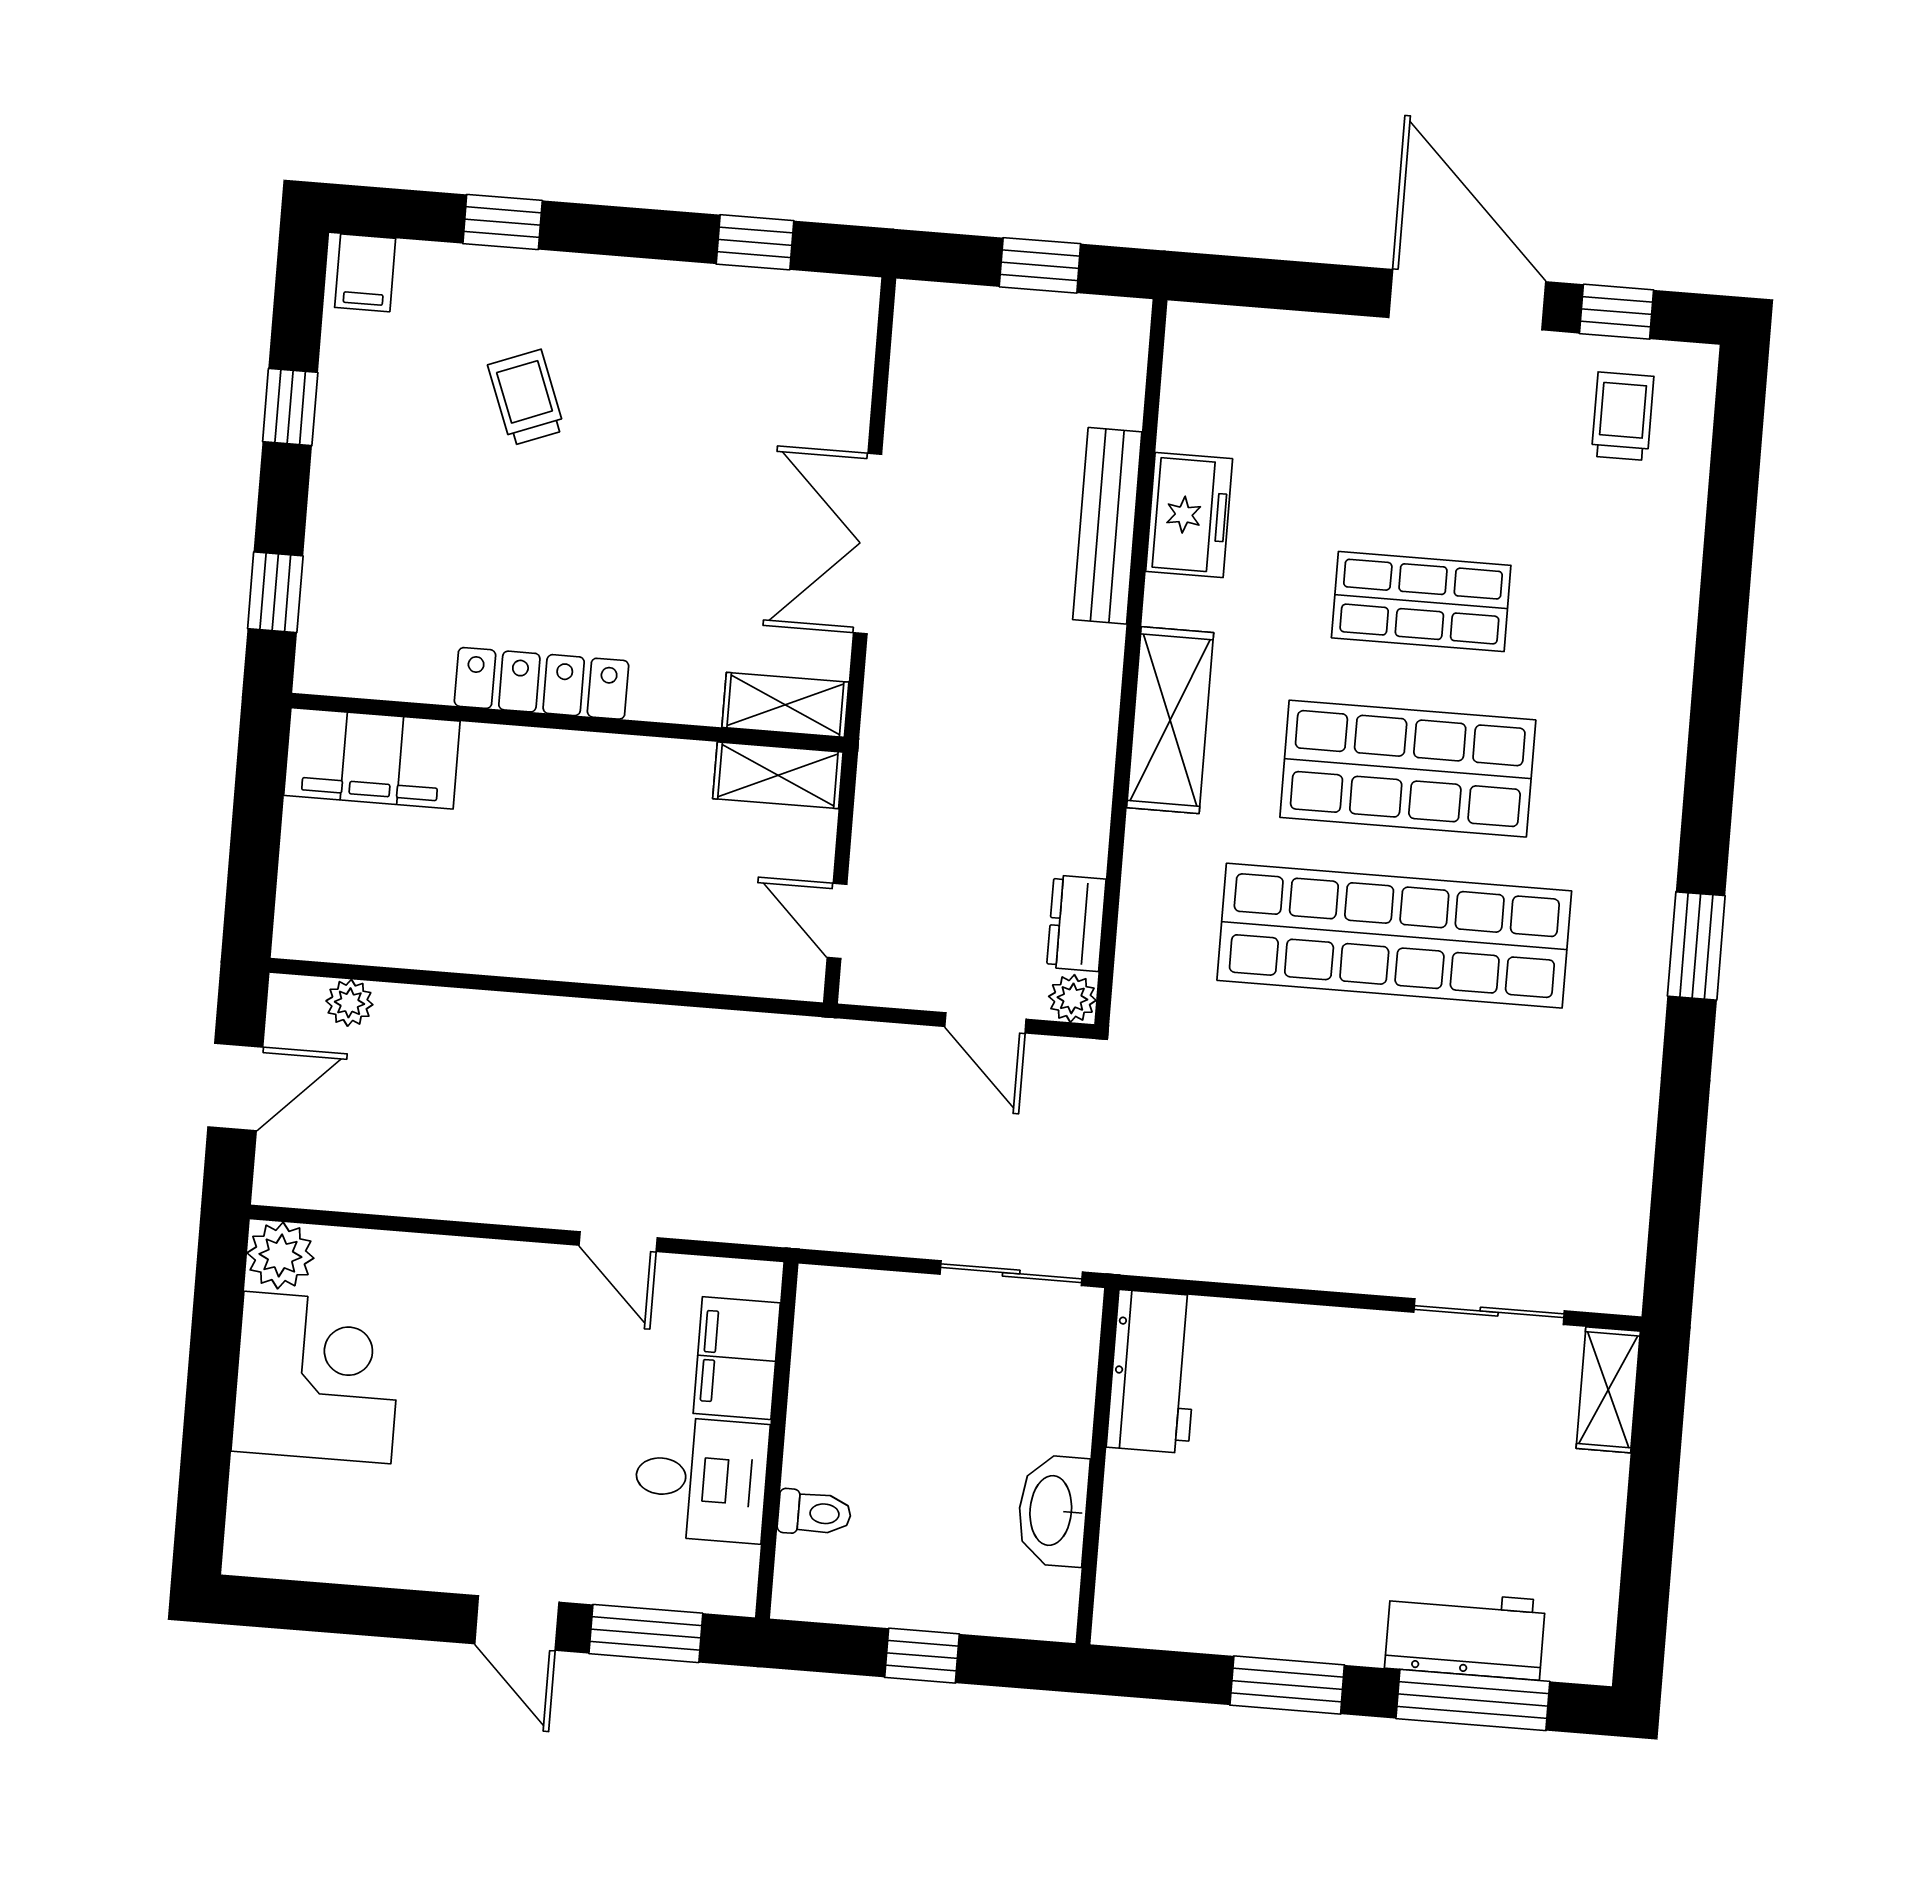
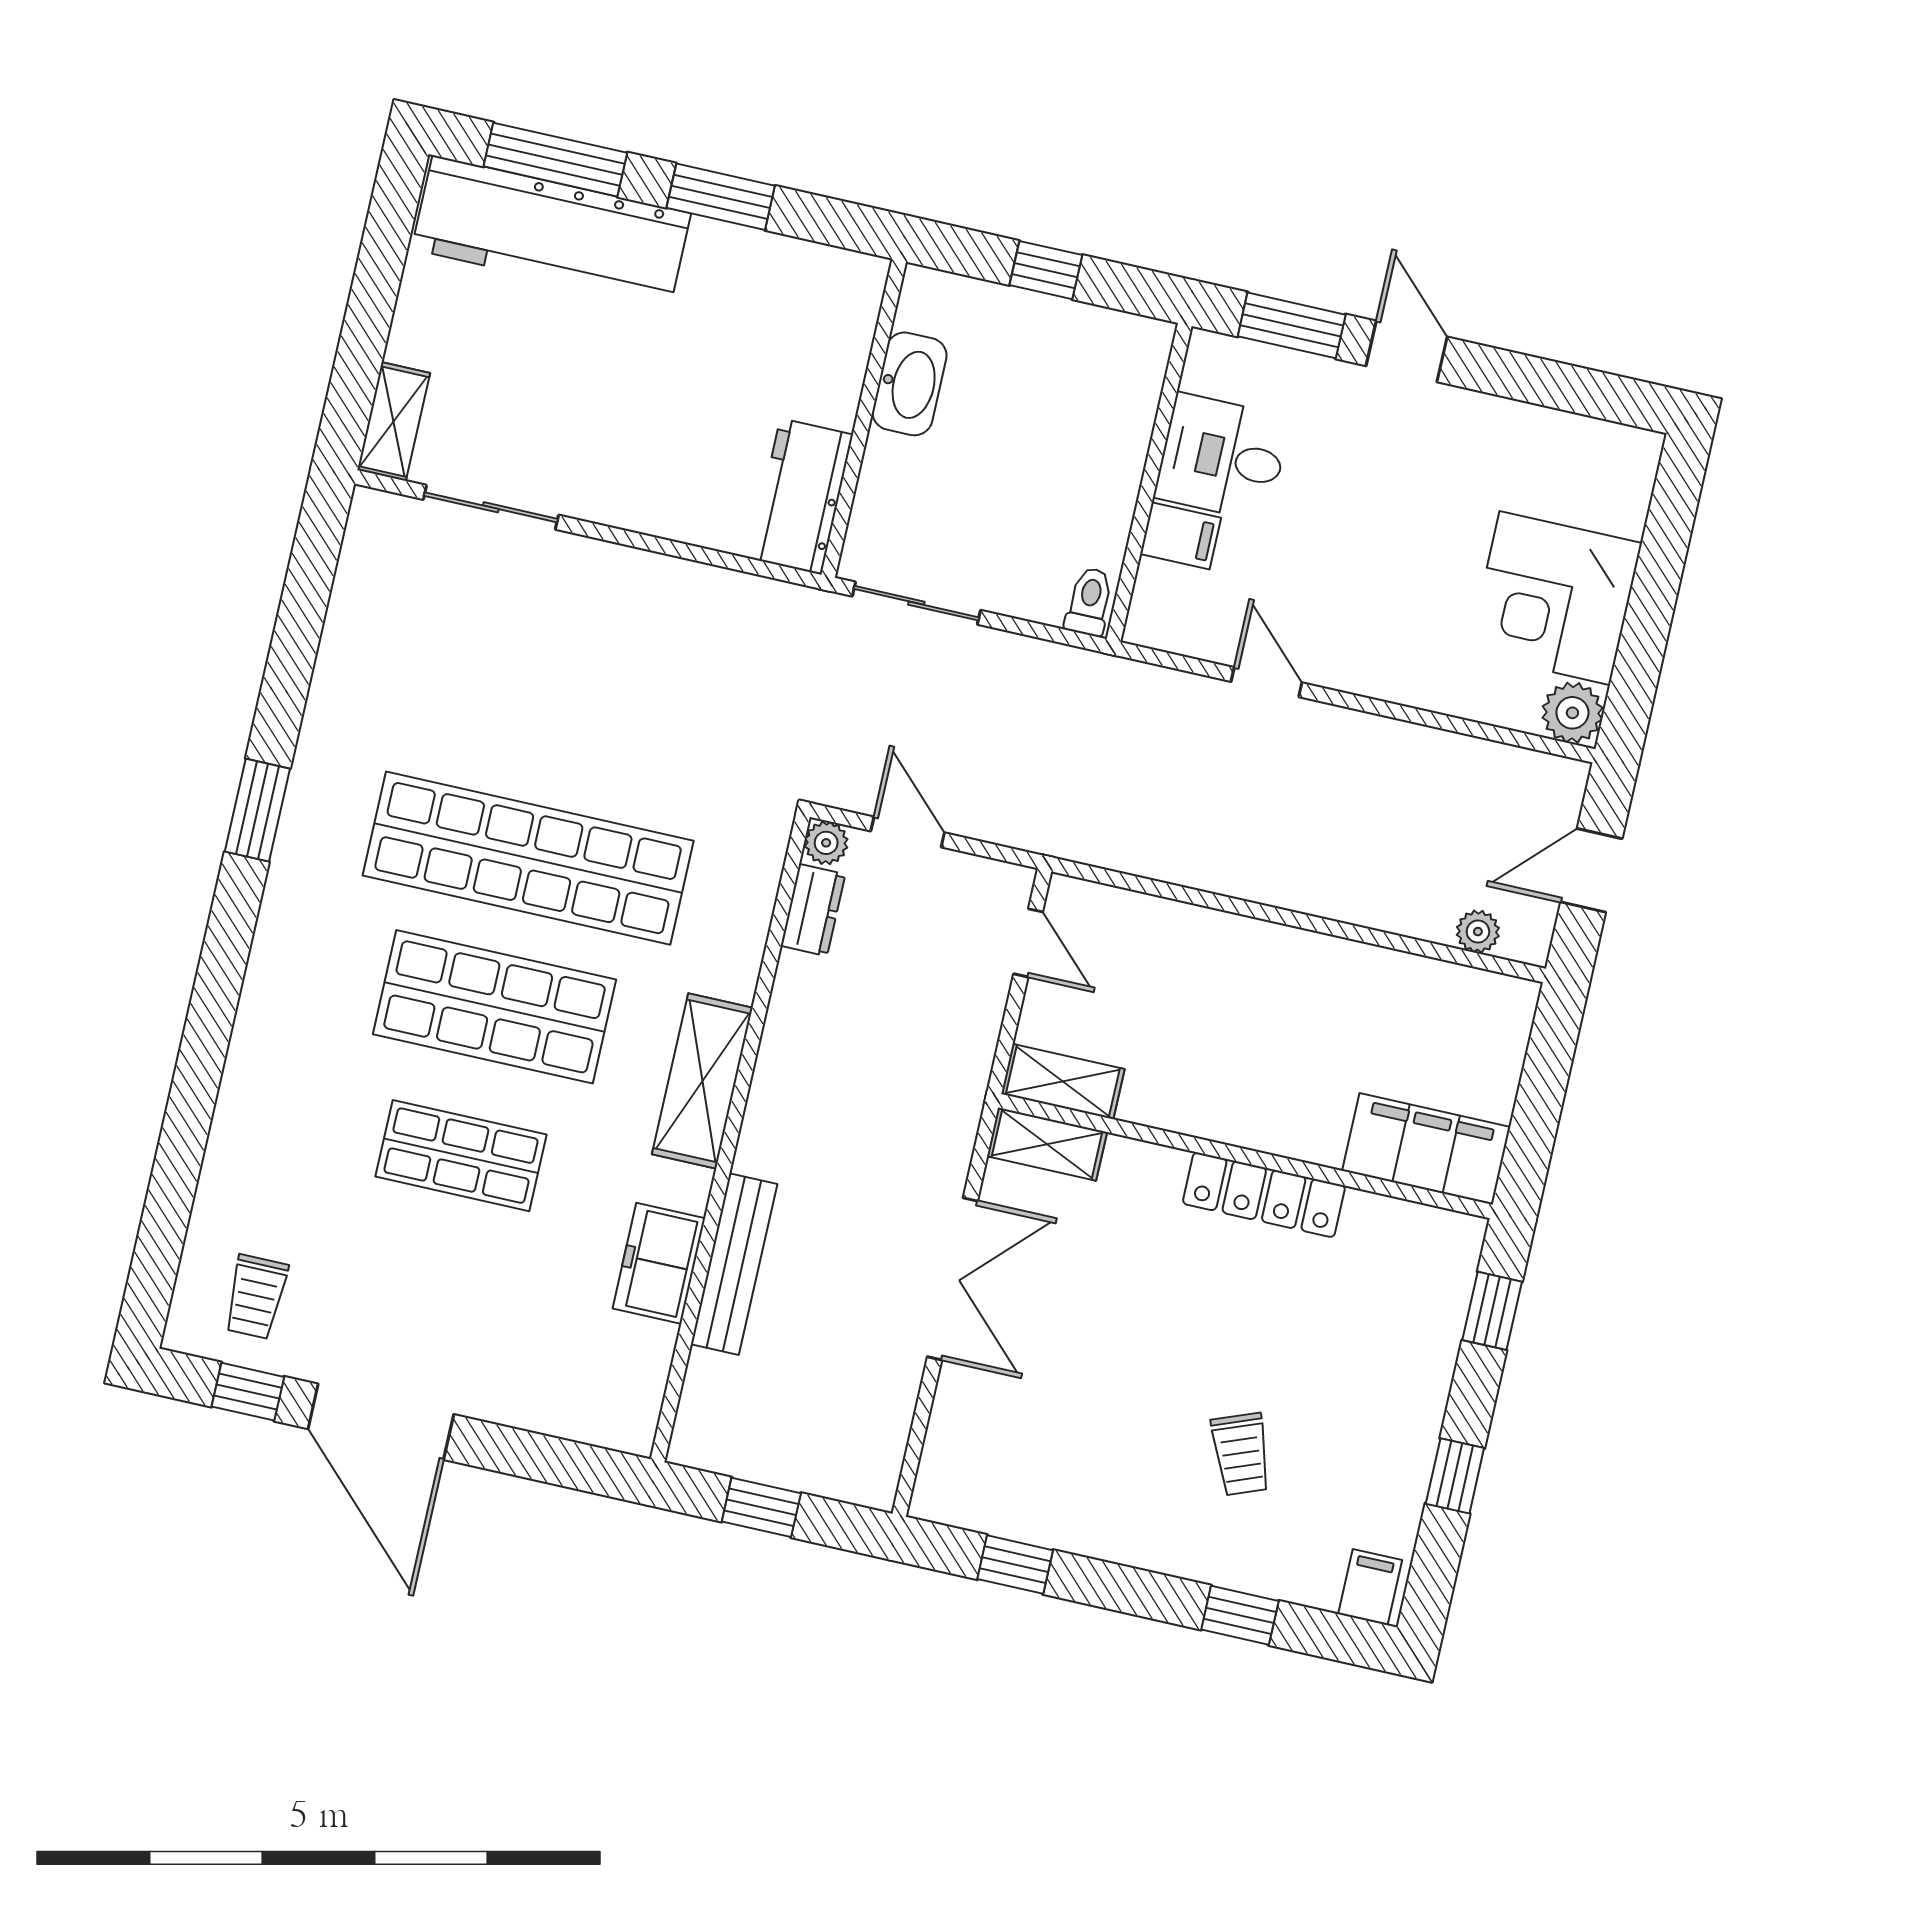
filing cabinet: (737, 1358) -> (1181, 536), width x0.50
toilet: (814, 1513) -> (1089, 602), moved, turned 90
workbench: (1465, 1634) -> (551, 231), width x1.88, depth x1.32

